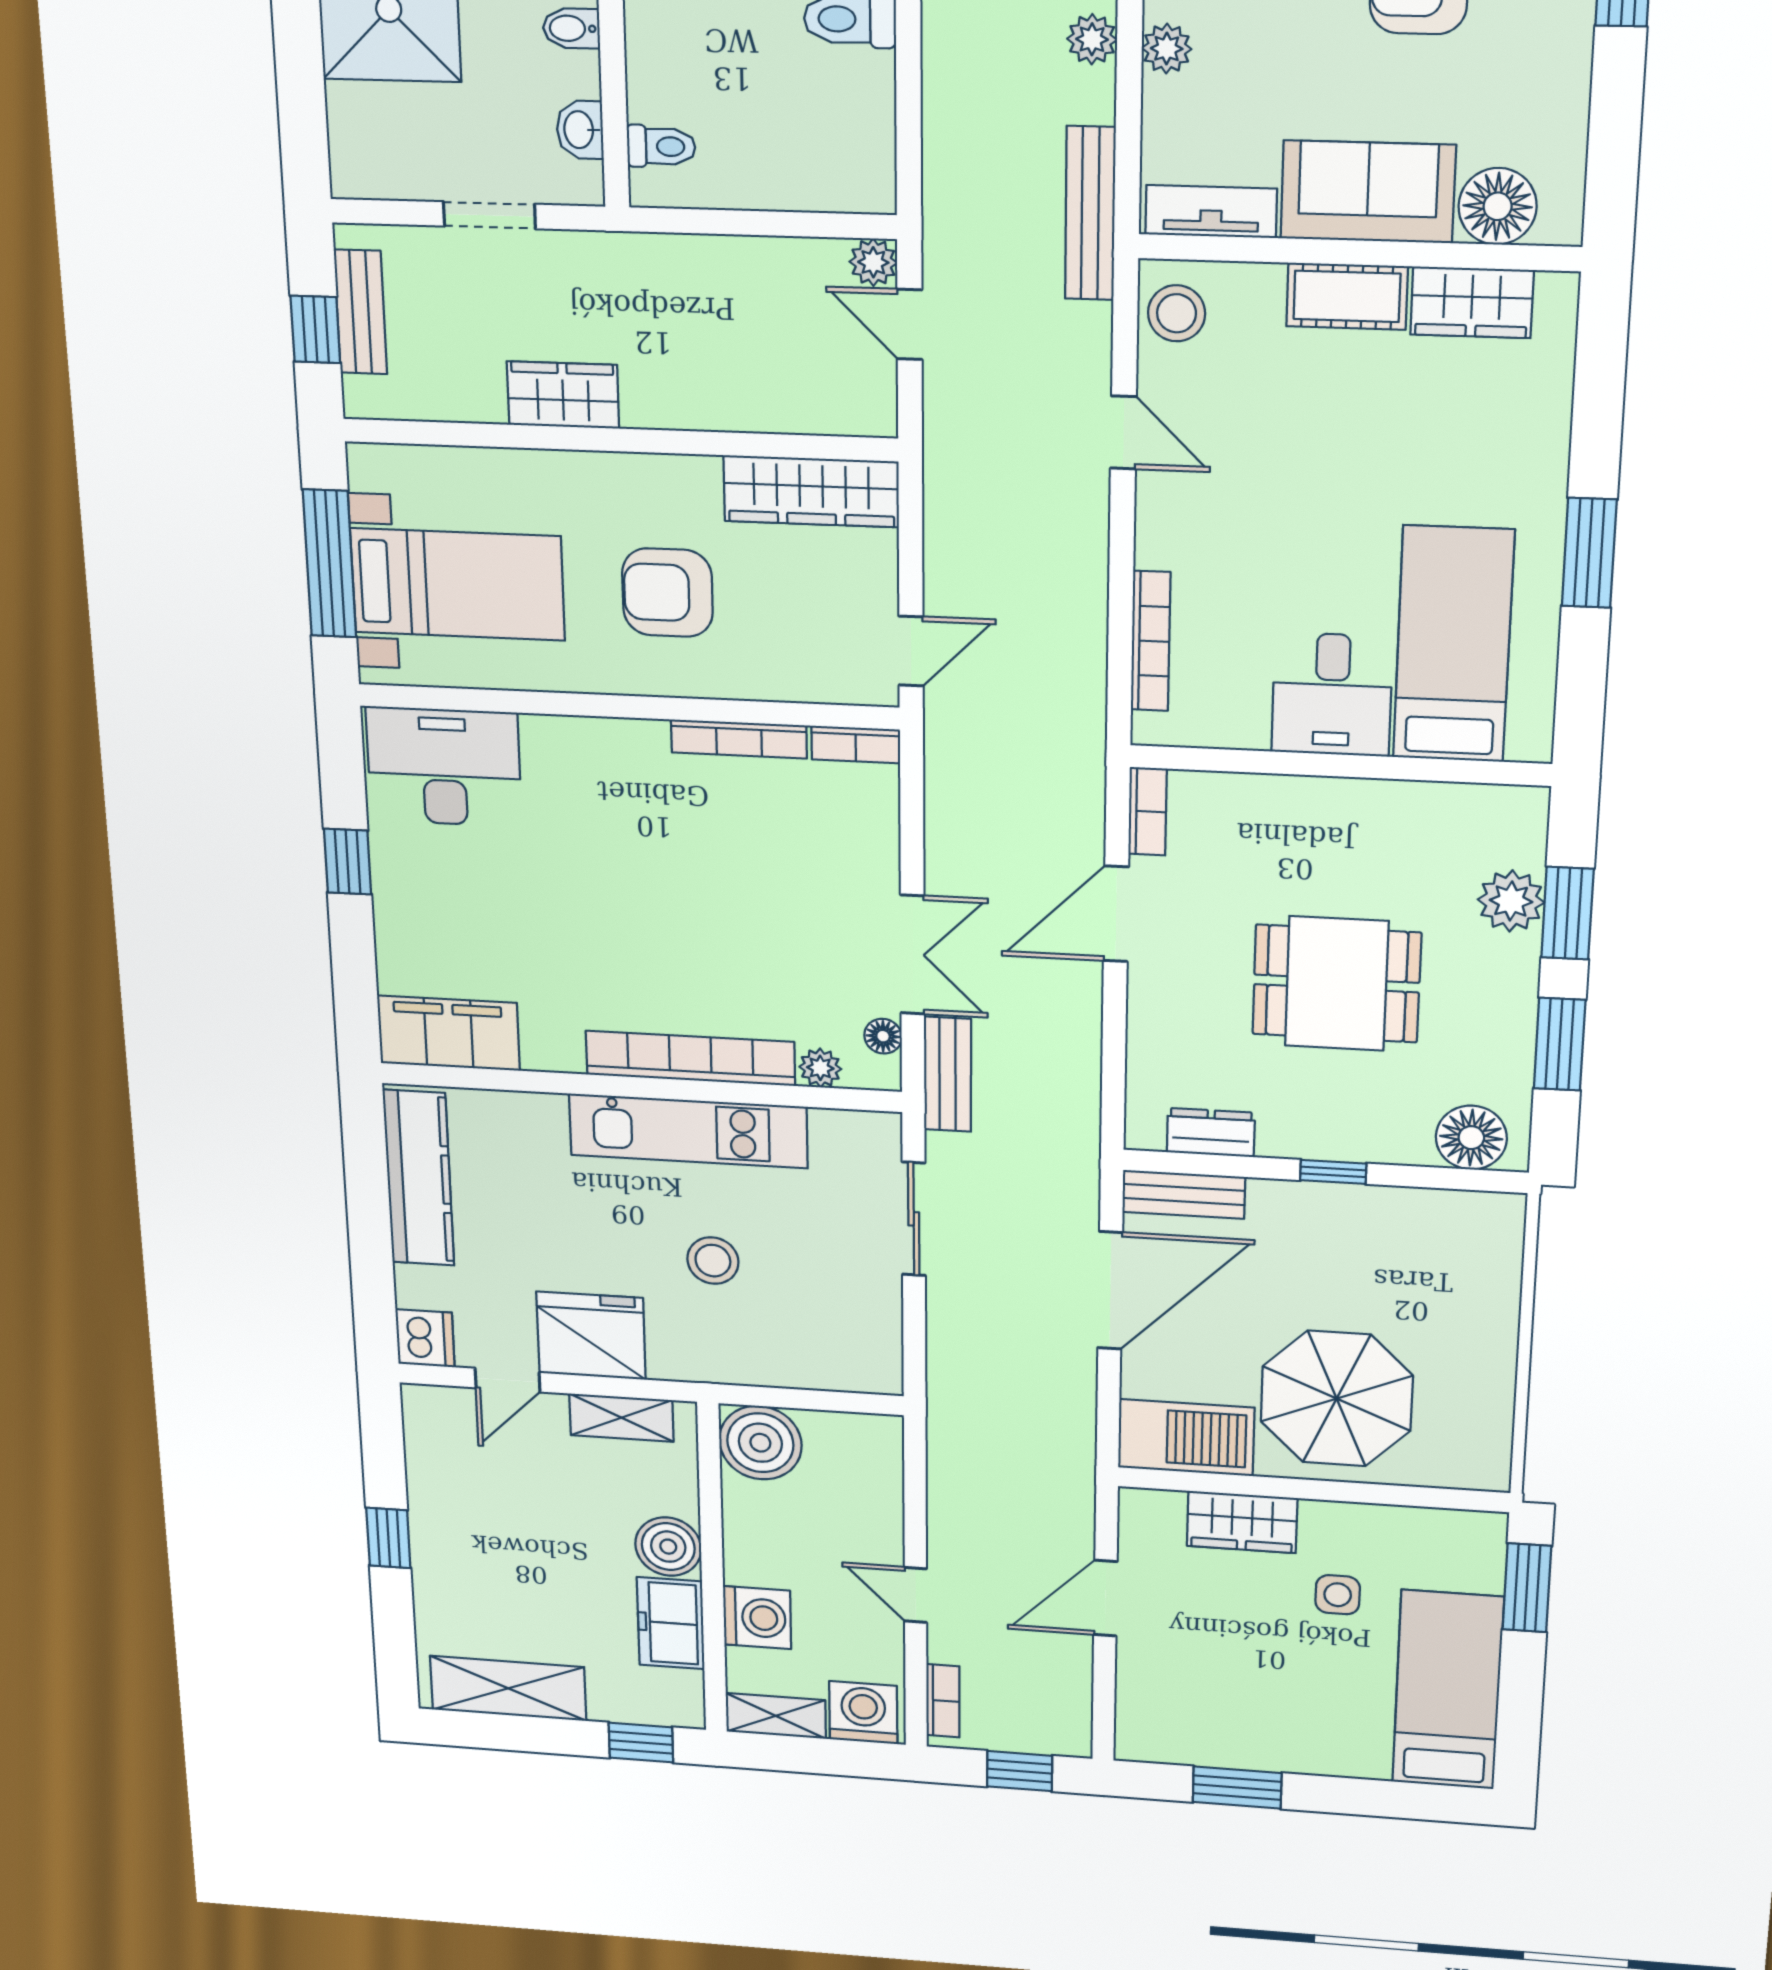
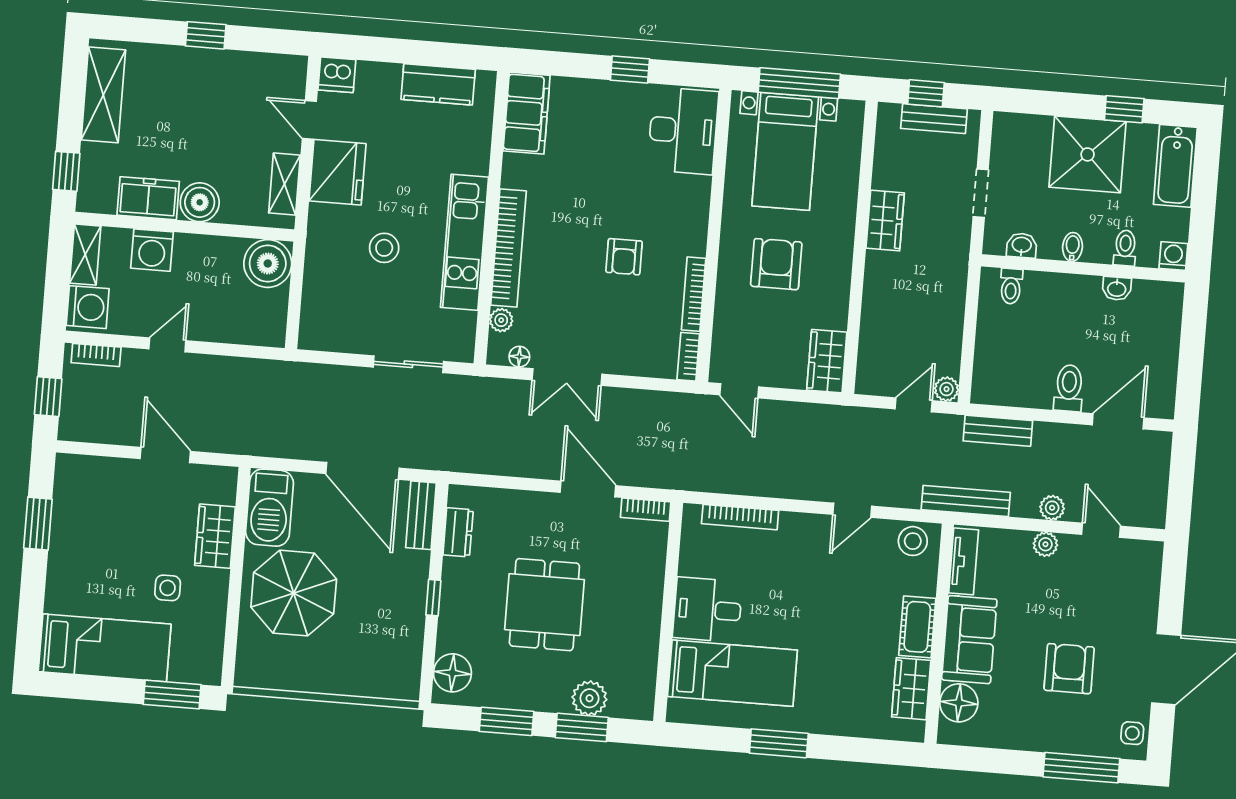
wardrobe: (811, 491) -> (827, 361), width x0.67
armchair: (684, 862) -> (624, 257), added
bench: (948, 1074) -> (998, 431), moved
kitchen counter: (419, 1178) -> (438, 84), width x0.67

